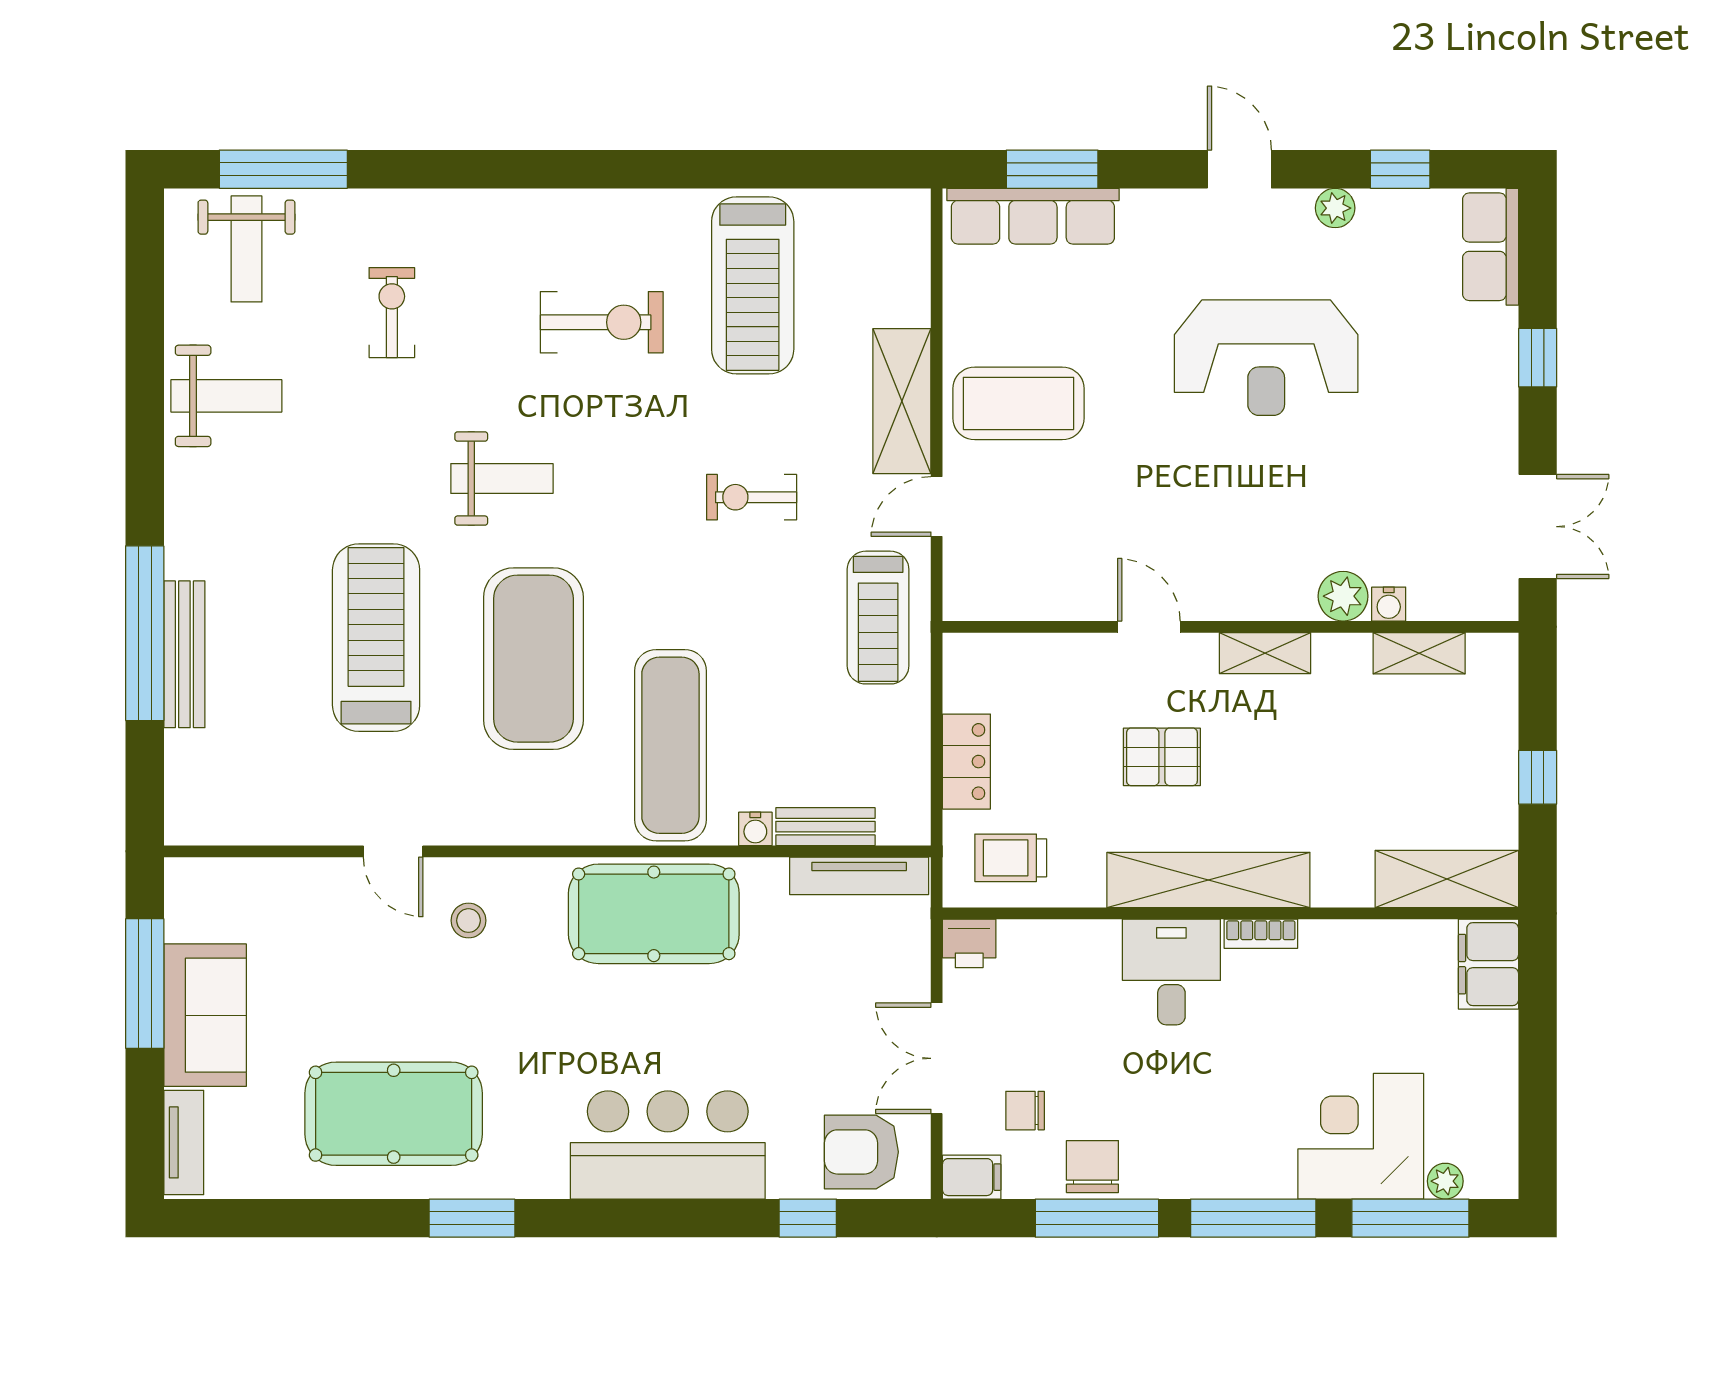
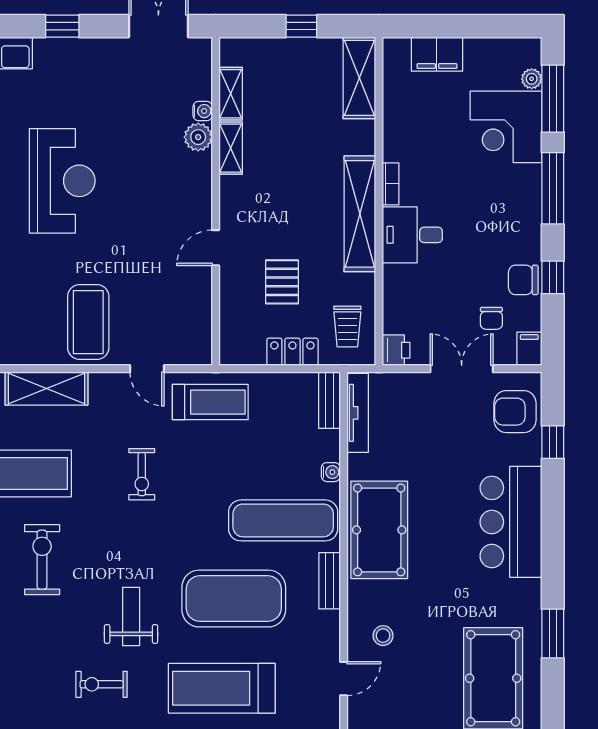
exercise bike: (392, 313) -> (102, 684), moved
shelving: (902, 401) -> (46, 388), moved
shelving: (1265, 653) -> (231, 148), moved
pallet: (1162, 757) -> (282, 282), moved
bench: (565, 827) -> (330, 581), added
bench: (825, 827) -> (330, 400), moved
filing cabinet: (1488, 964) -> (437, 54), moved
double door: (937, 1058) -> (462, 369), swing flipped
armchair: (861, 1152) -> (515, 412), turned 90
window: (1097, 1218) -> (553, 277), width x0.46

